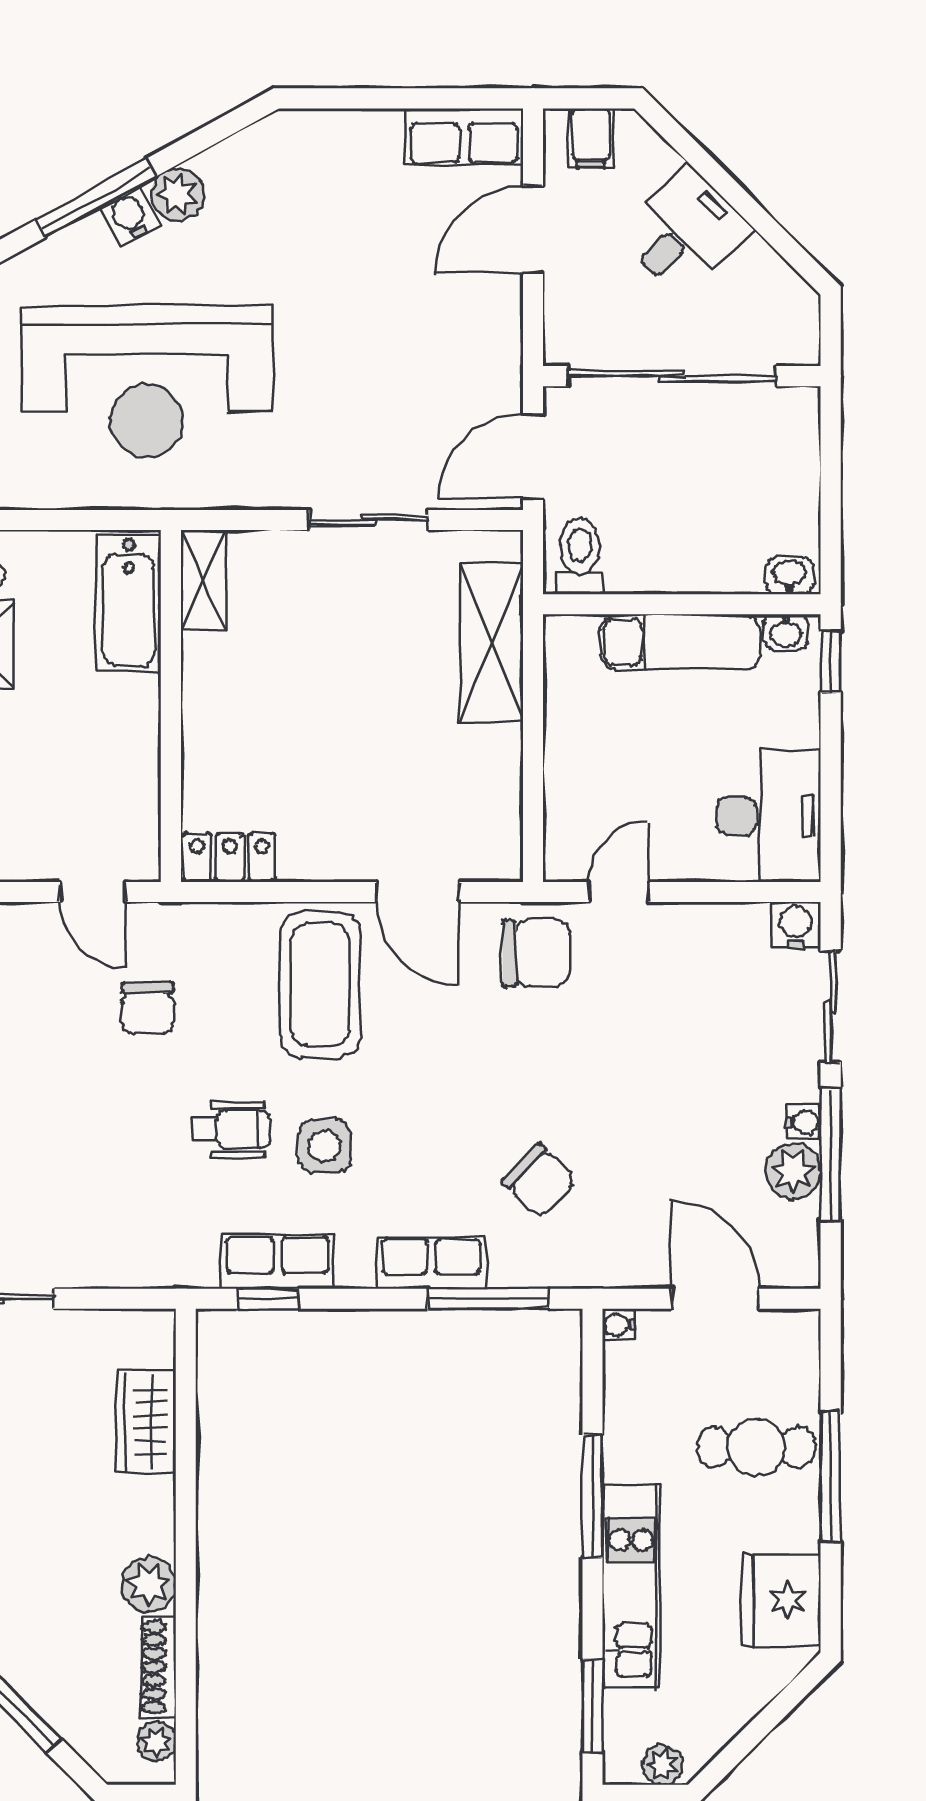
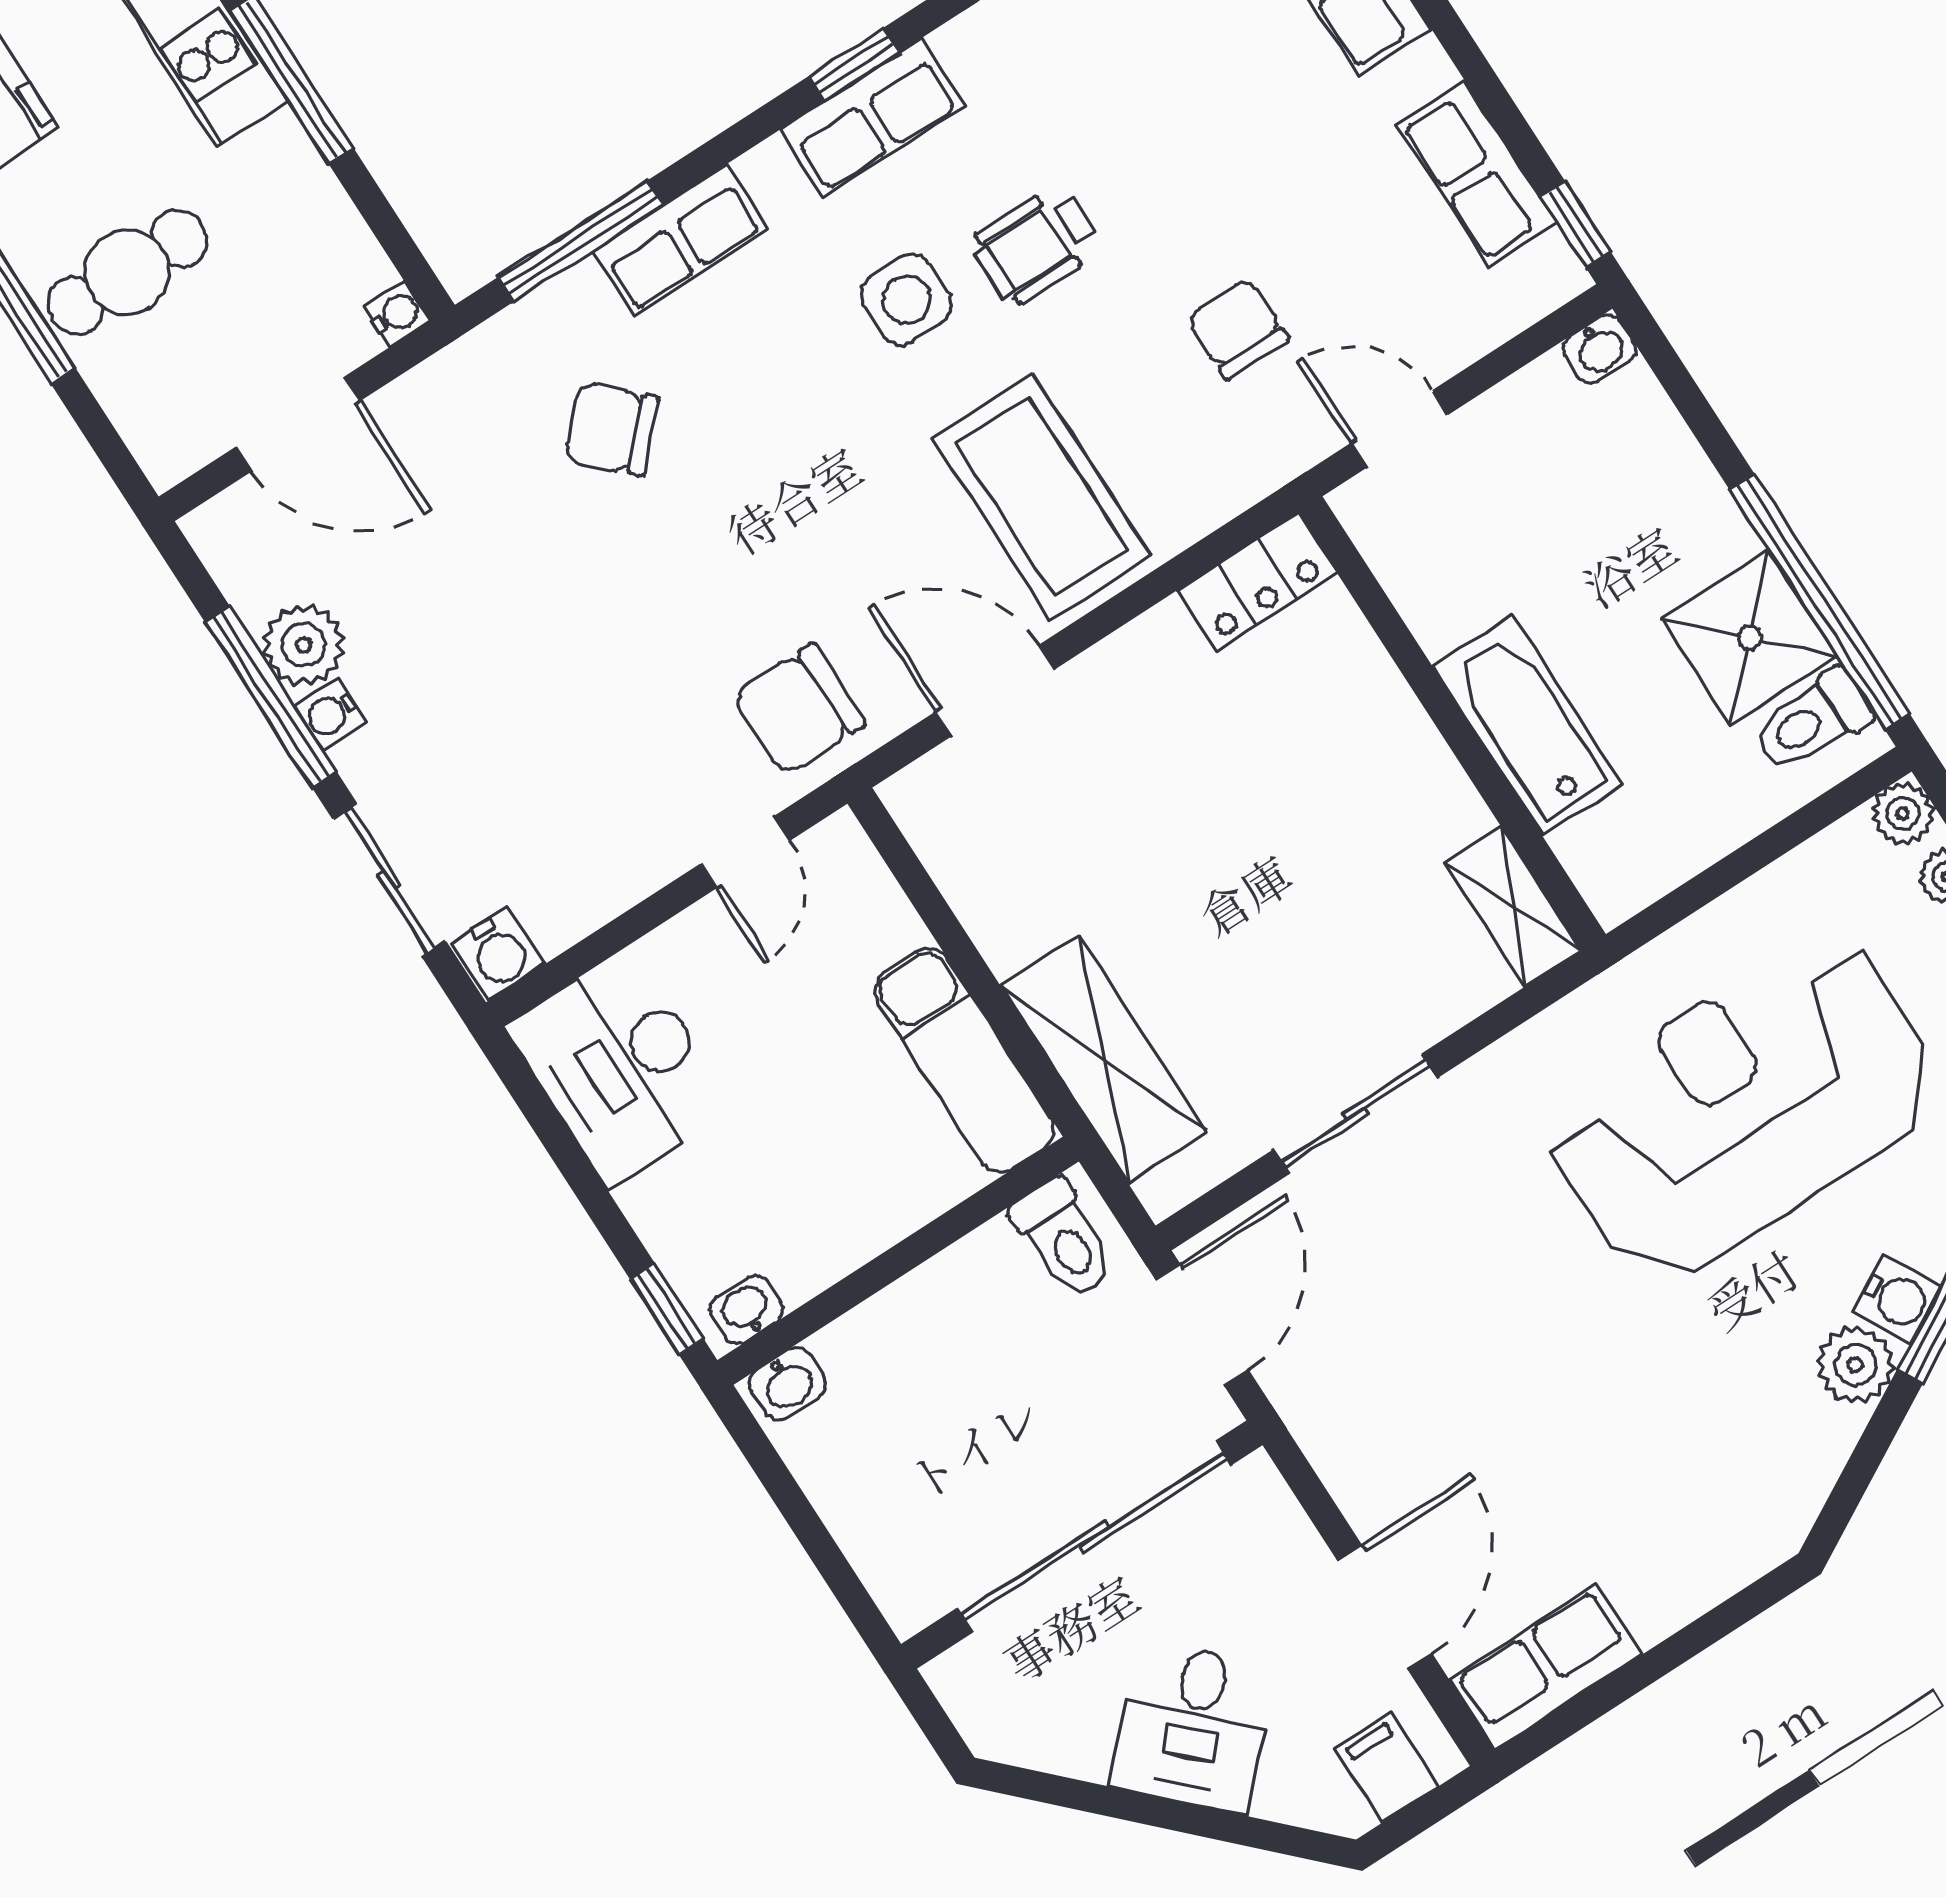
bathtub: (129, 603) -> (1527, 725), moved
exam couch: (680, 642) -> (964, 1060), moved, turned -90

